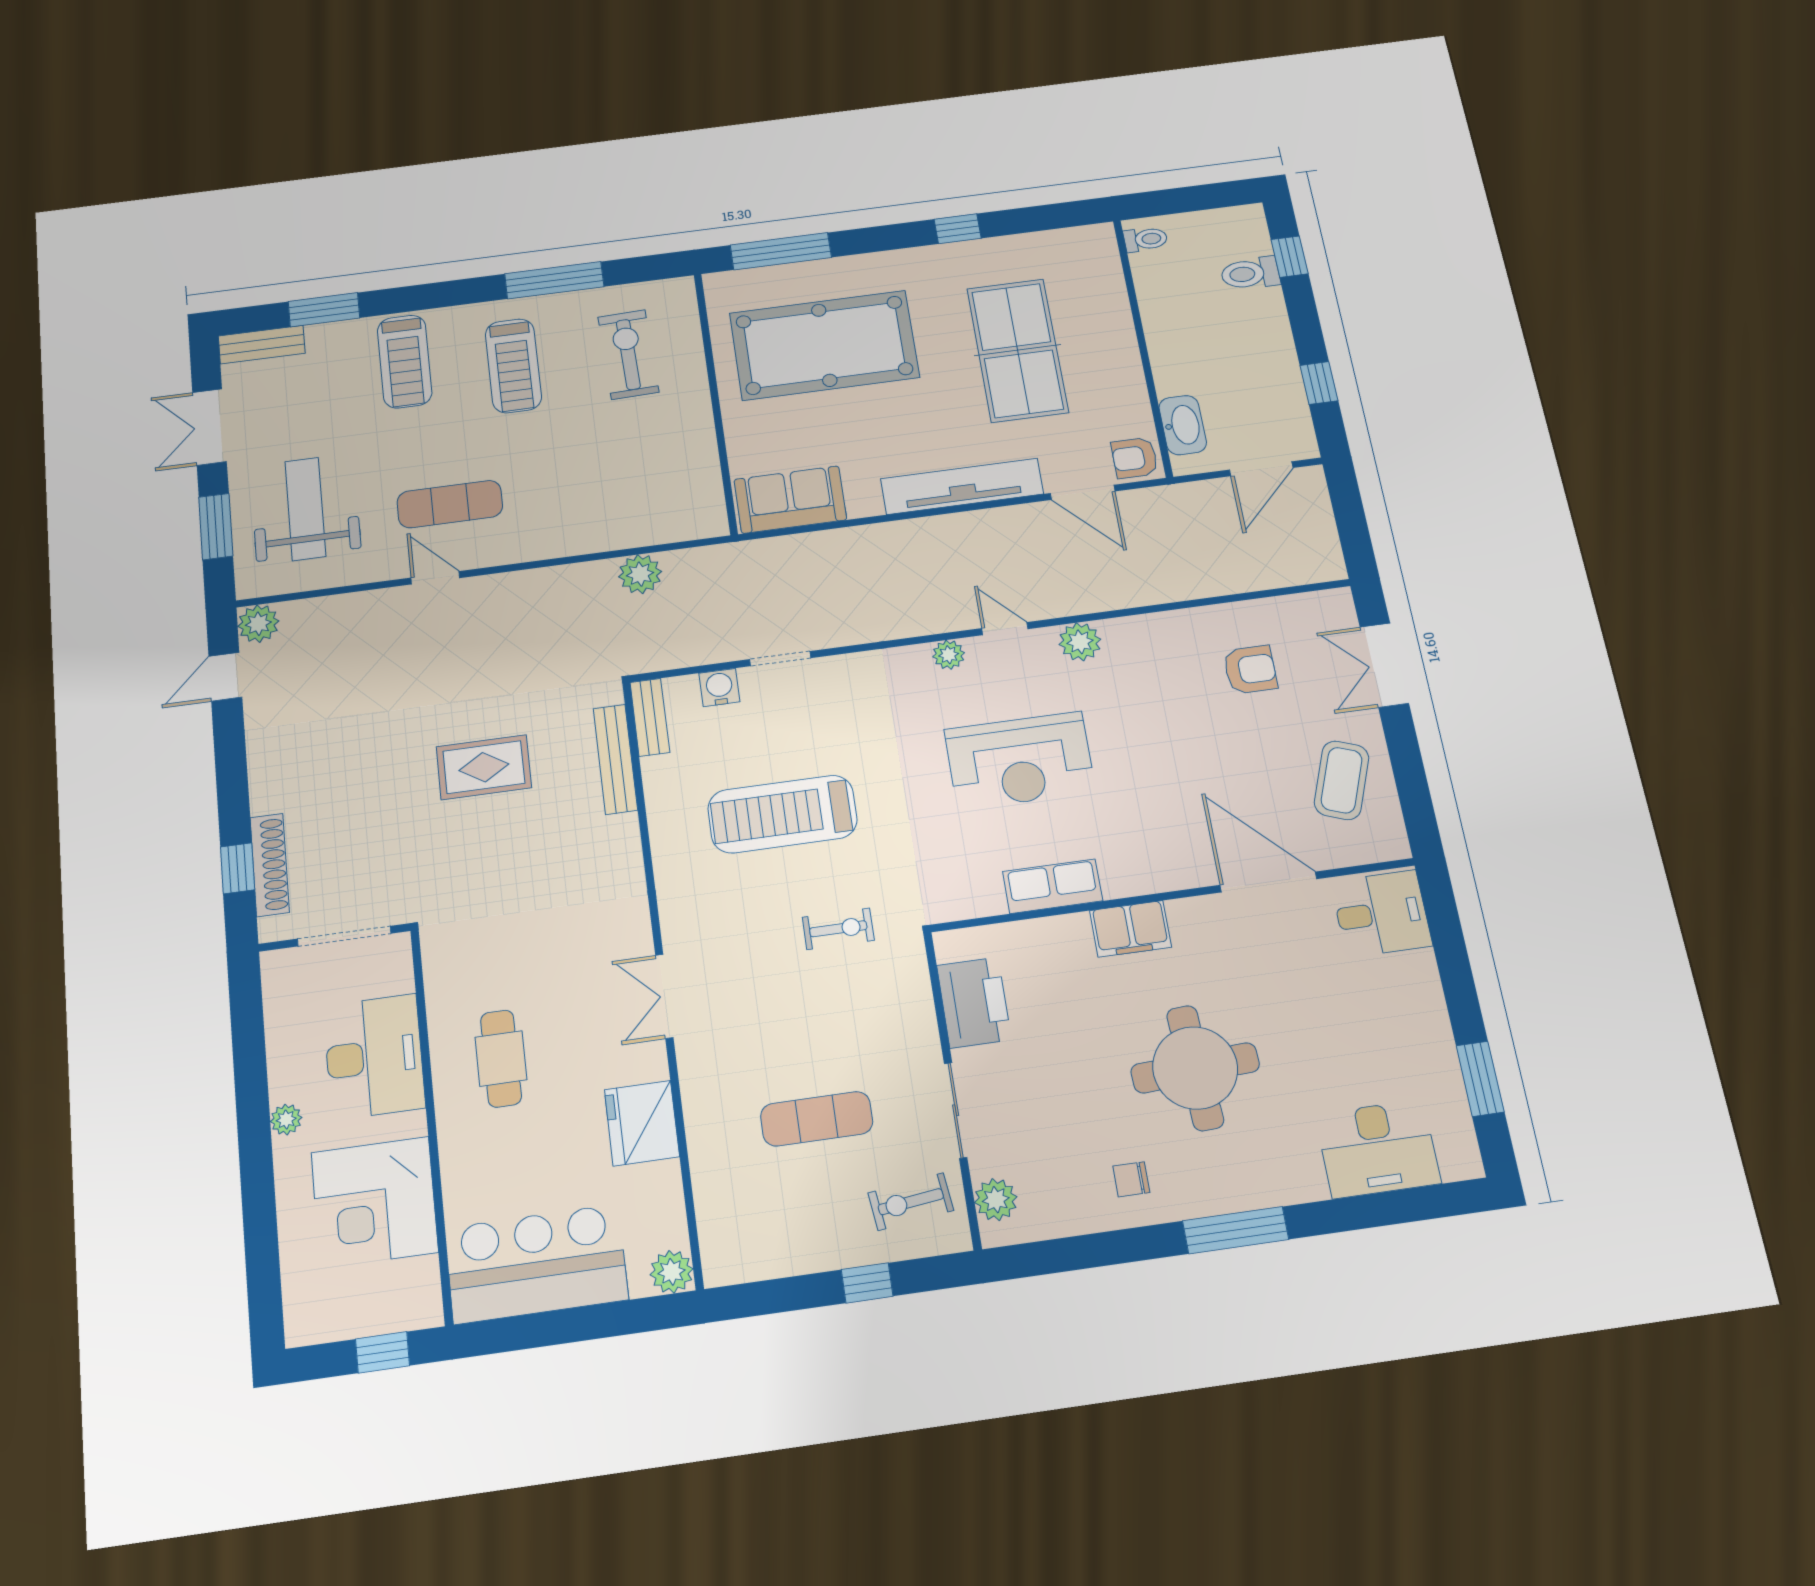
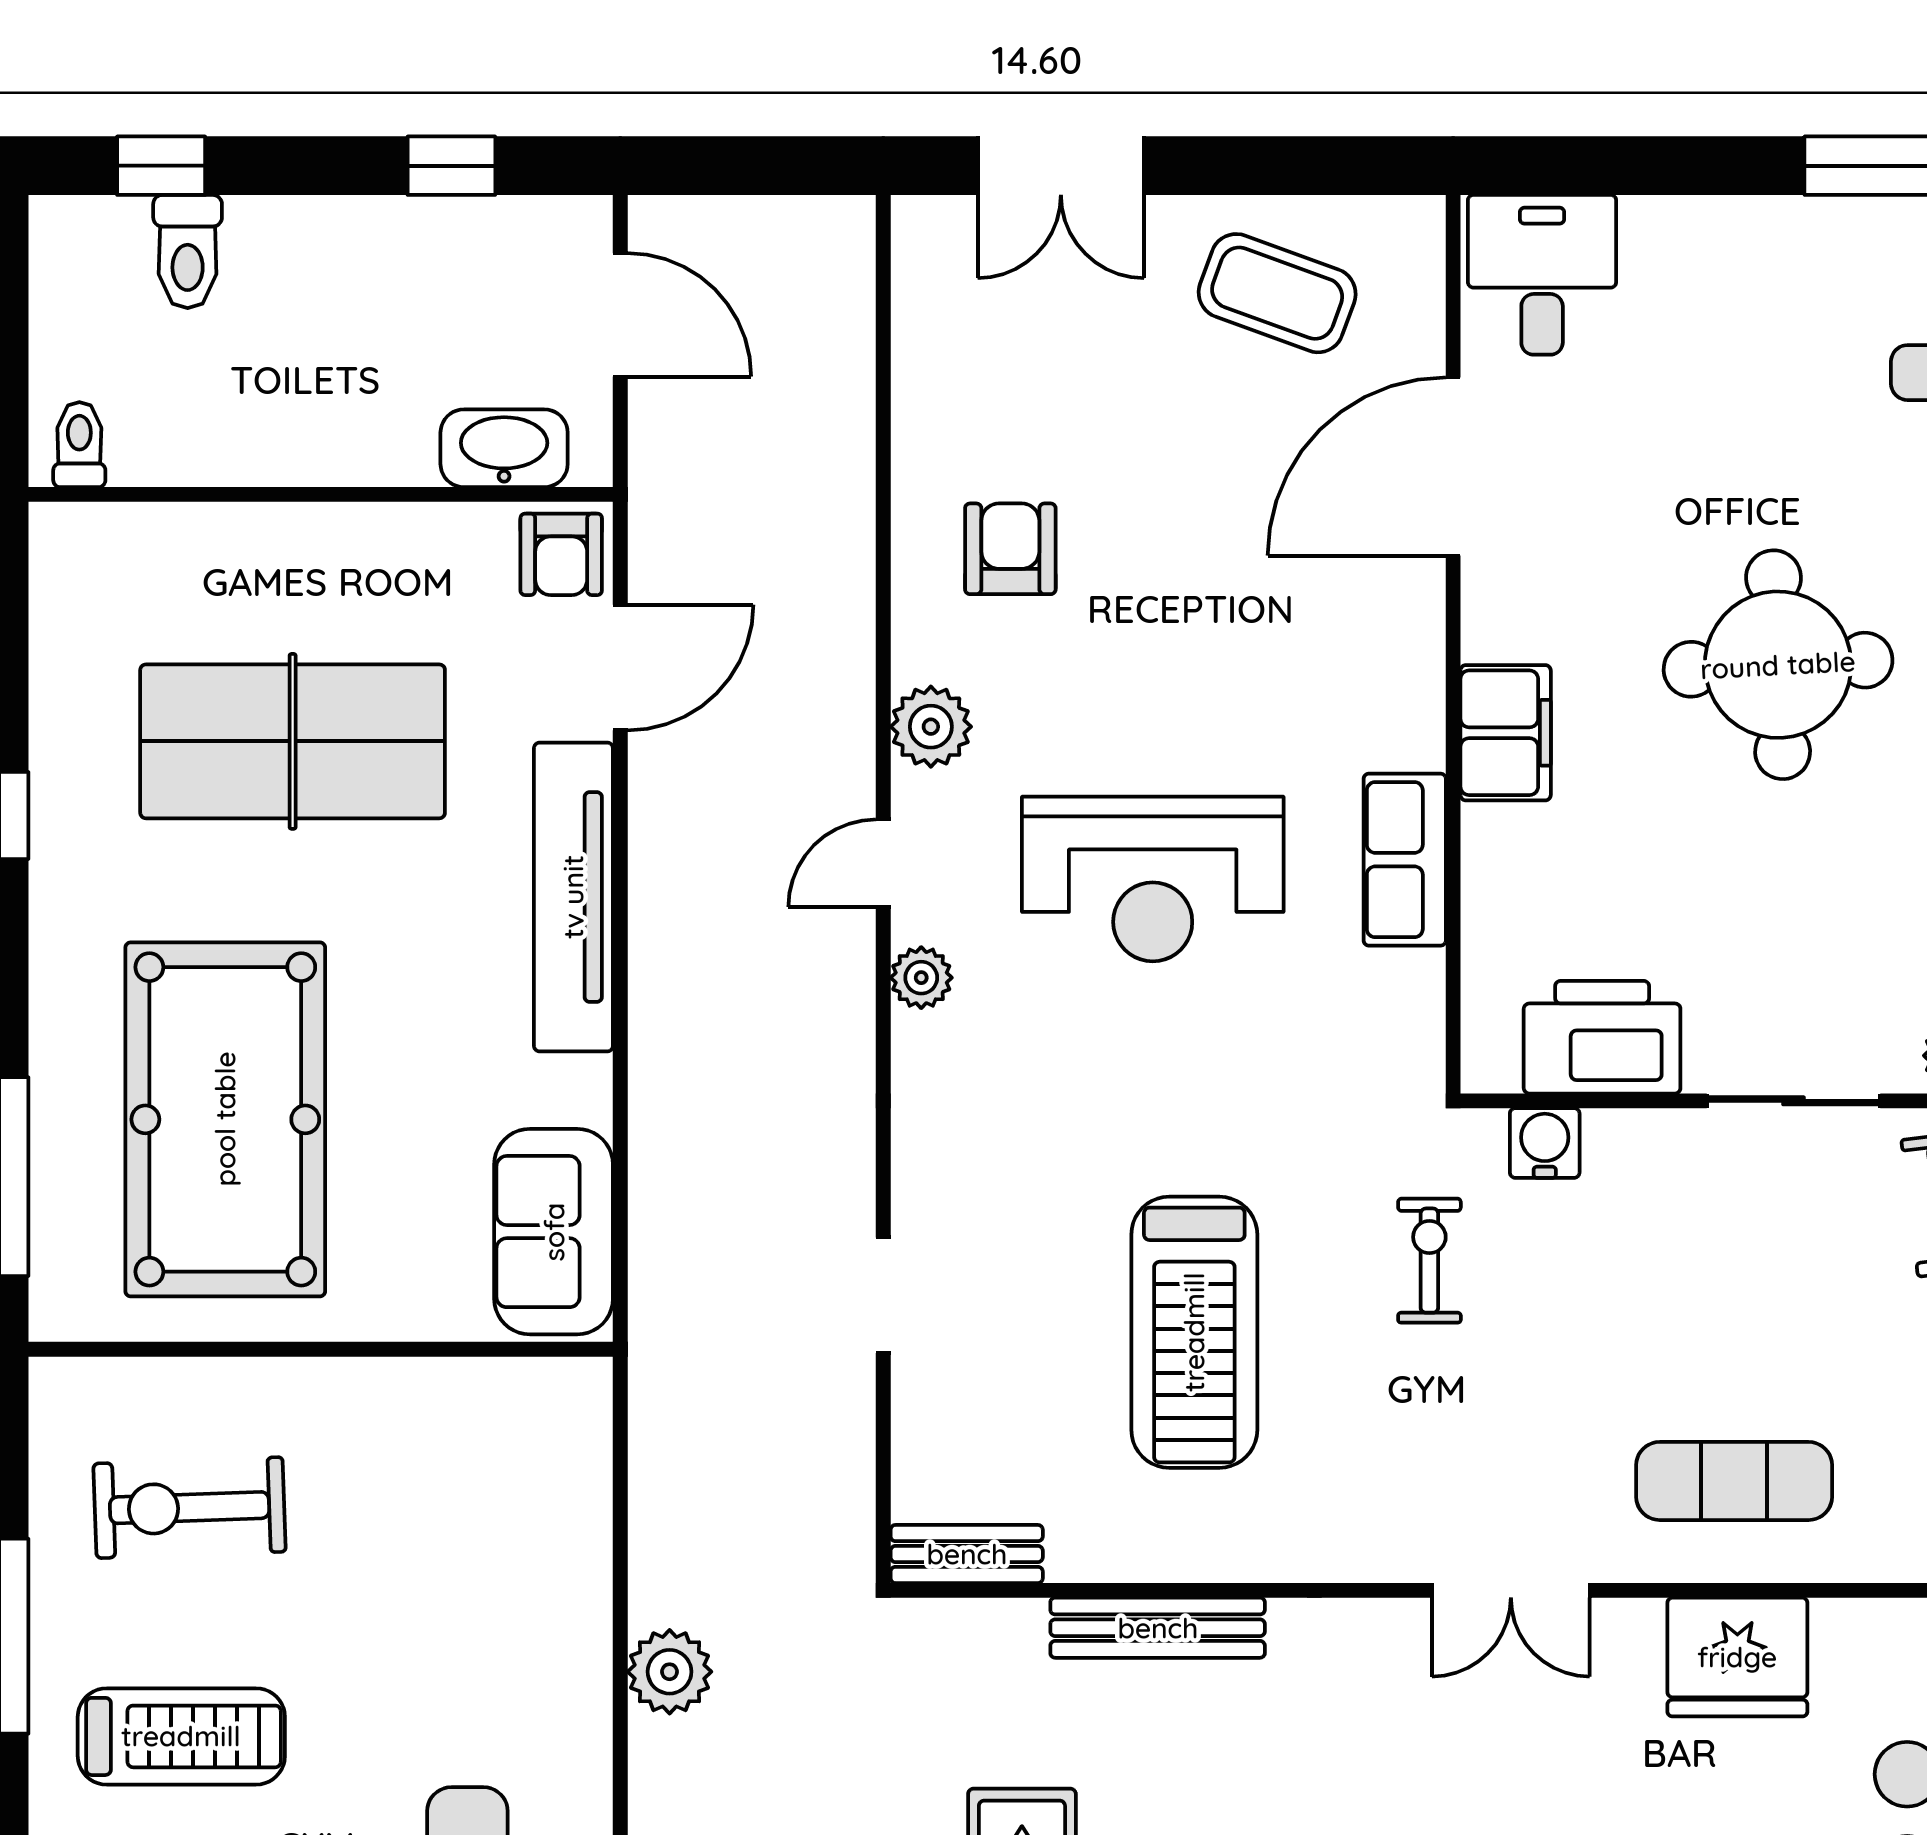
plant: (640, 574) -> (670, 1672), moved
armchair: (1250, 670) -> (1010, 549), moved
water cooler: (719, 688) -> (1545, 1143), moved, turned 90
bench: (615, 759) -> (1158, 1628), moved
reception desk: (1020, 761) -> (1153, 879), turned 90
exercise mat: (817, 1119) -> (1734, 1481), moved, turned 90

